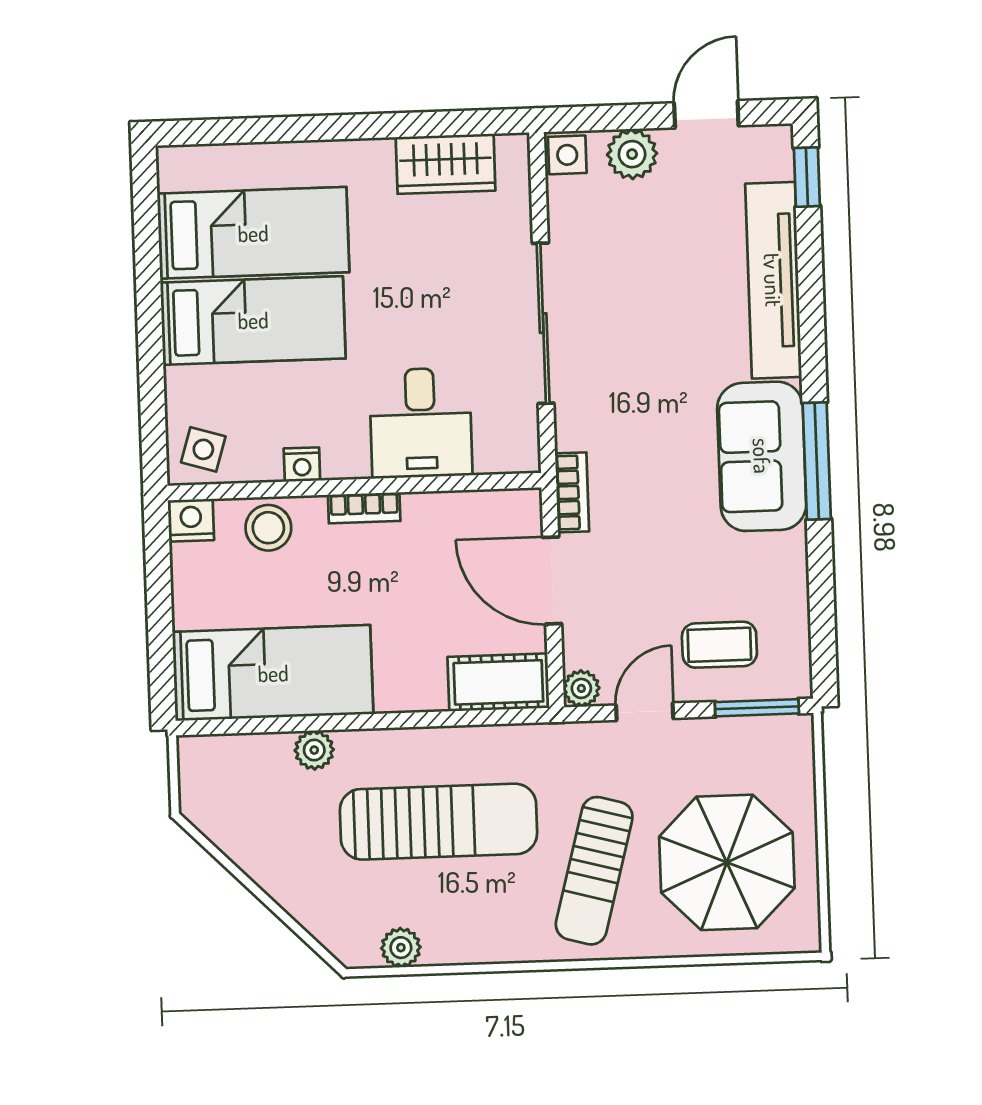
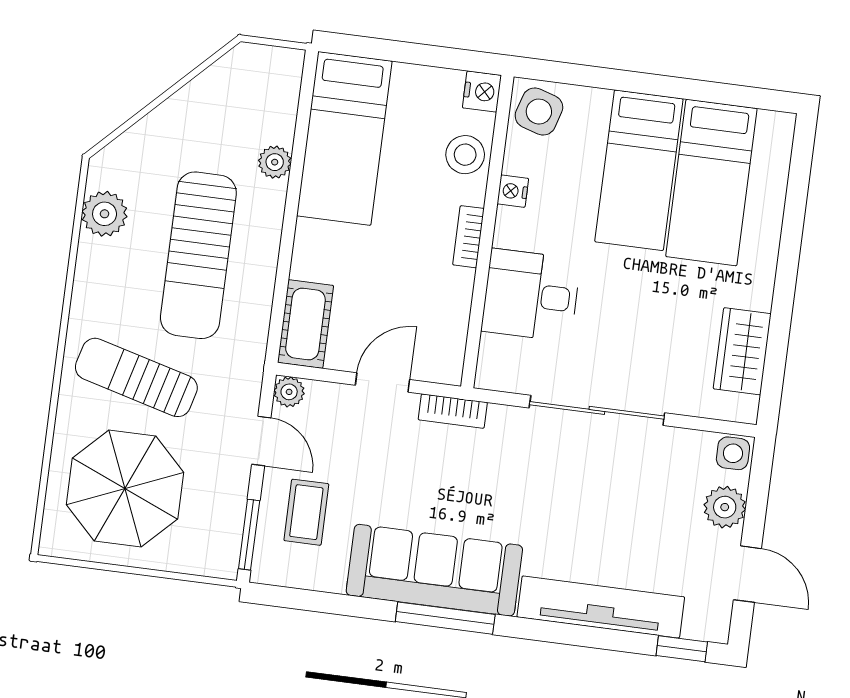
side table: (203, 449) -> (539, 112), width x1.37, depth x1.37
sofa: (762, 456) -> (434, 570), width x1.36
door: (552, 580) -> (383, 382), width x0.73
plant: (401, 948) -> (105, 214), width x1.38, depth x1.38

